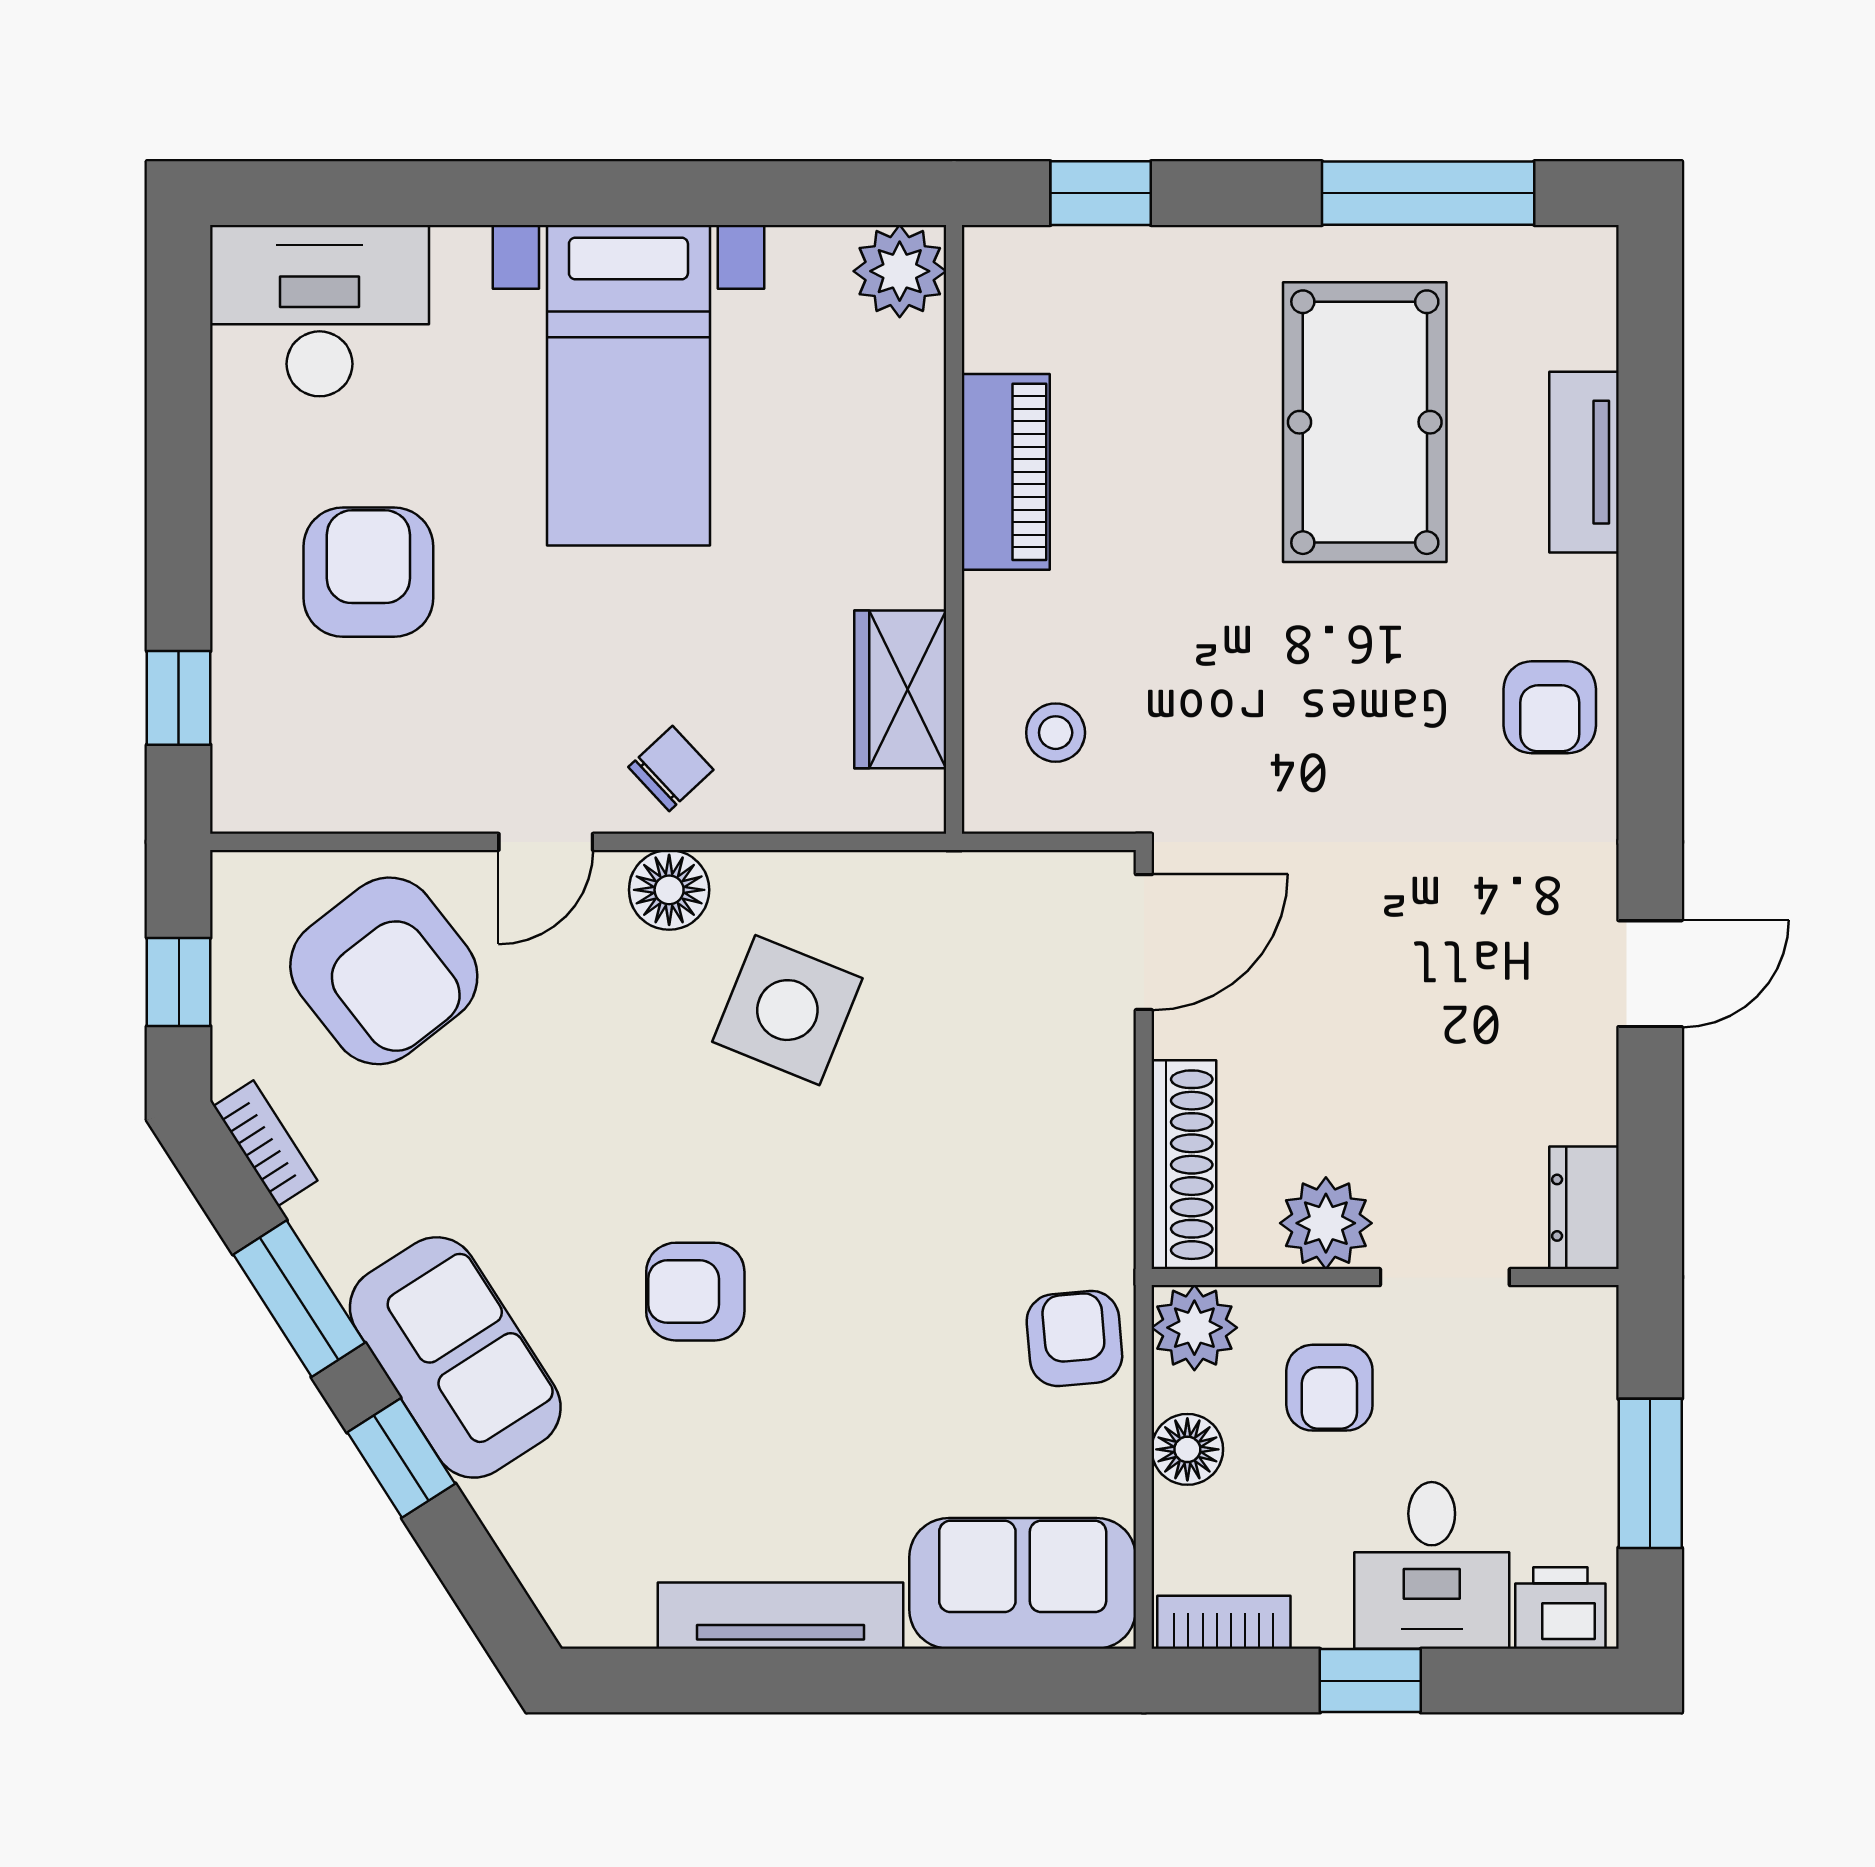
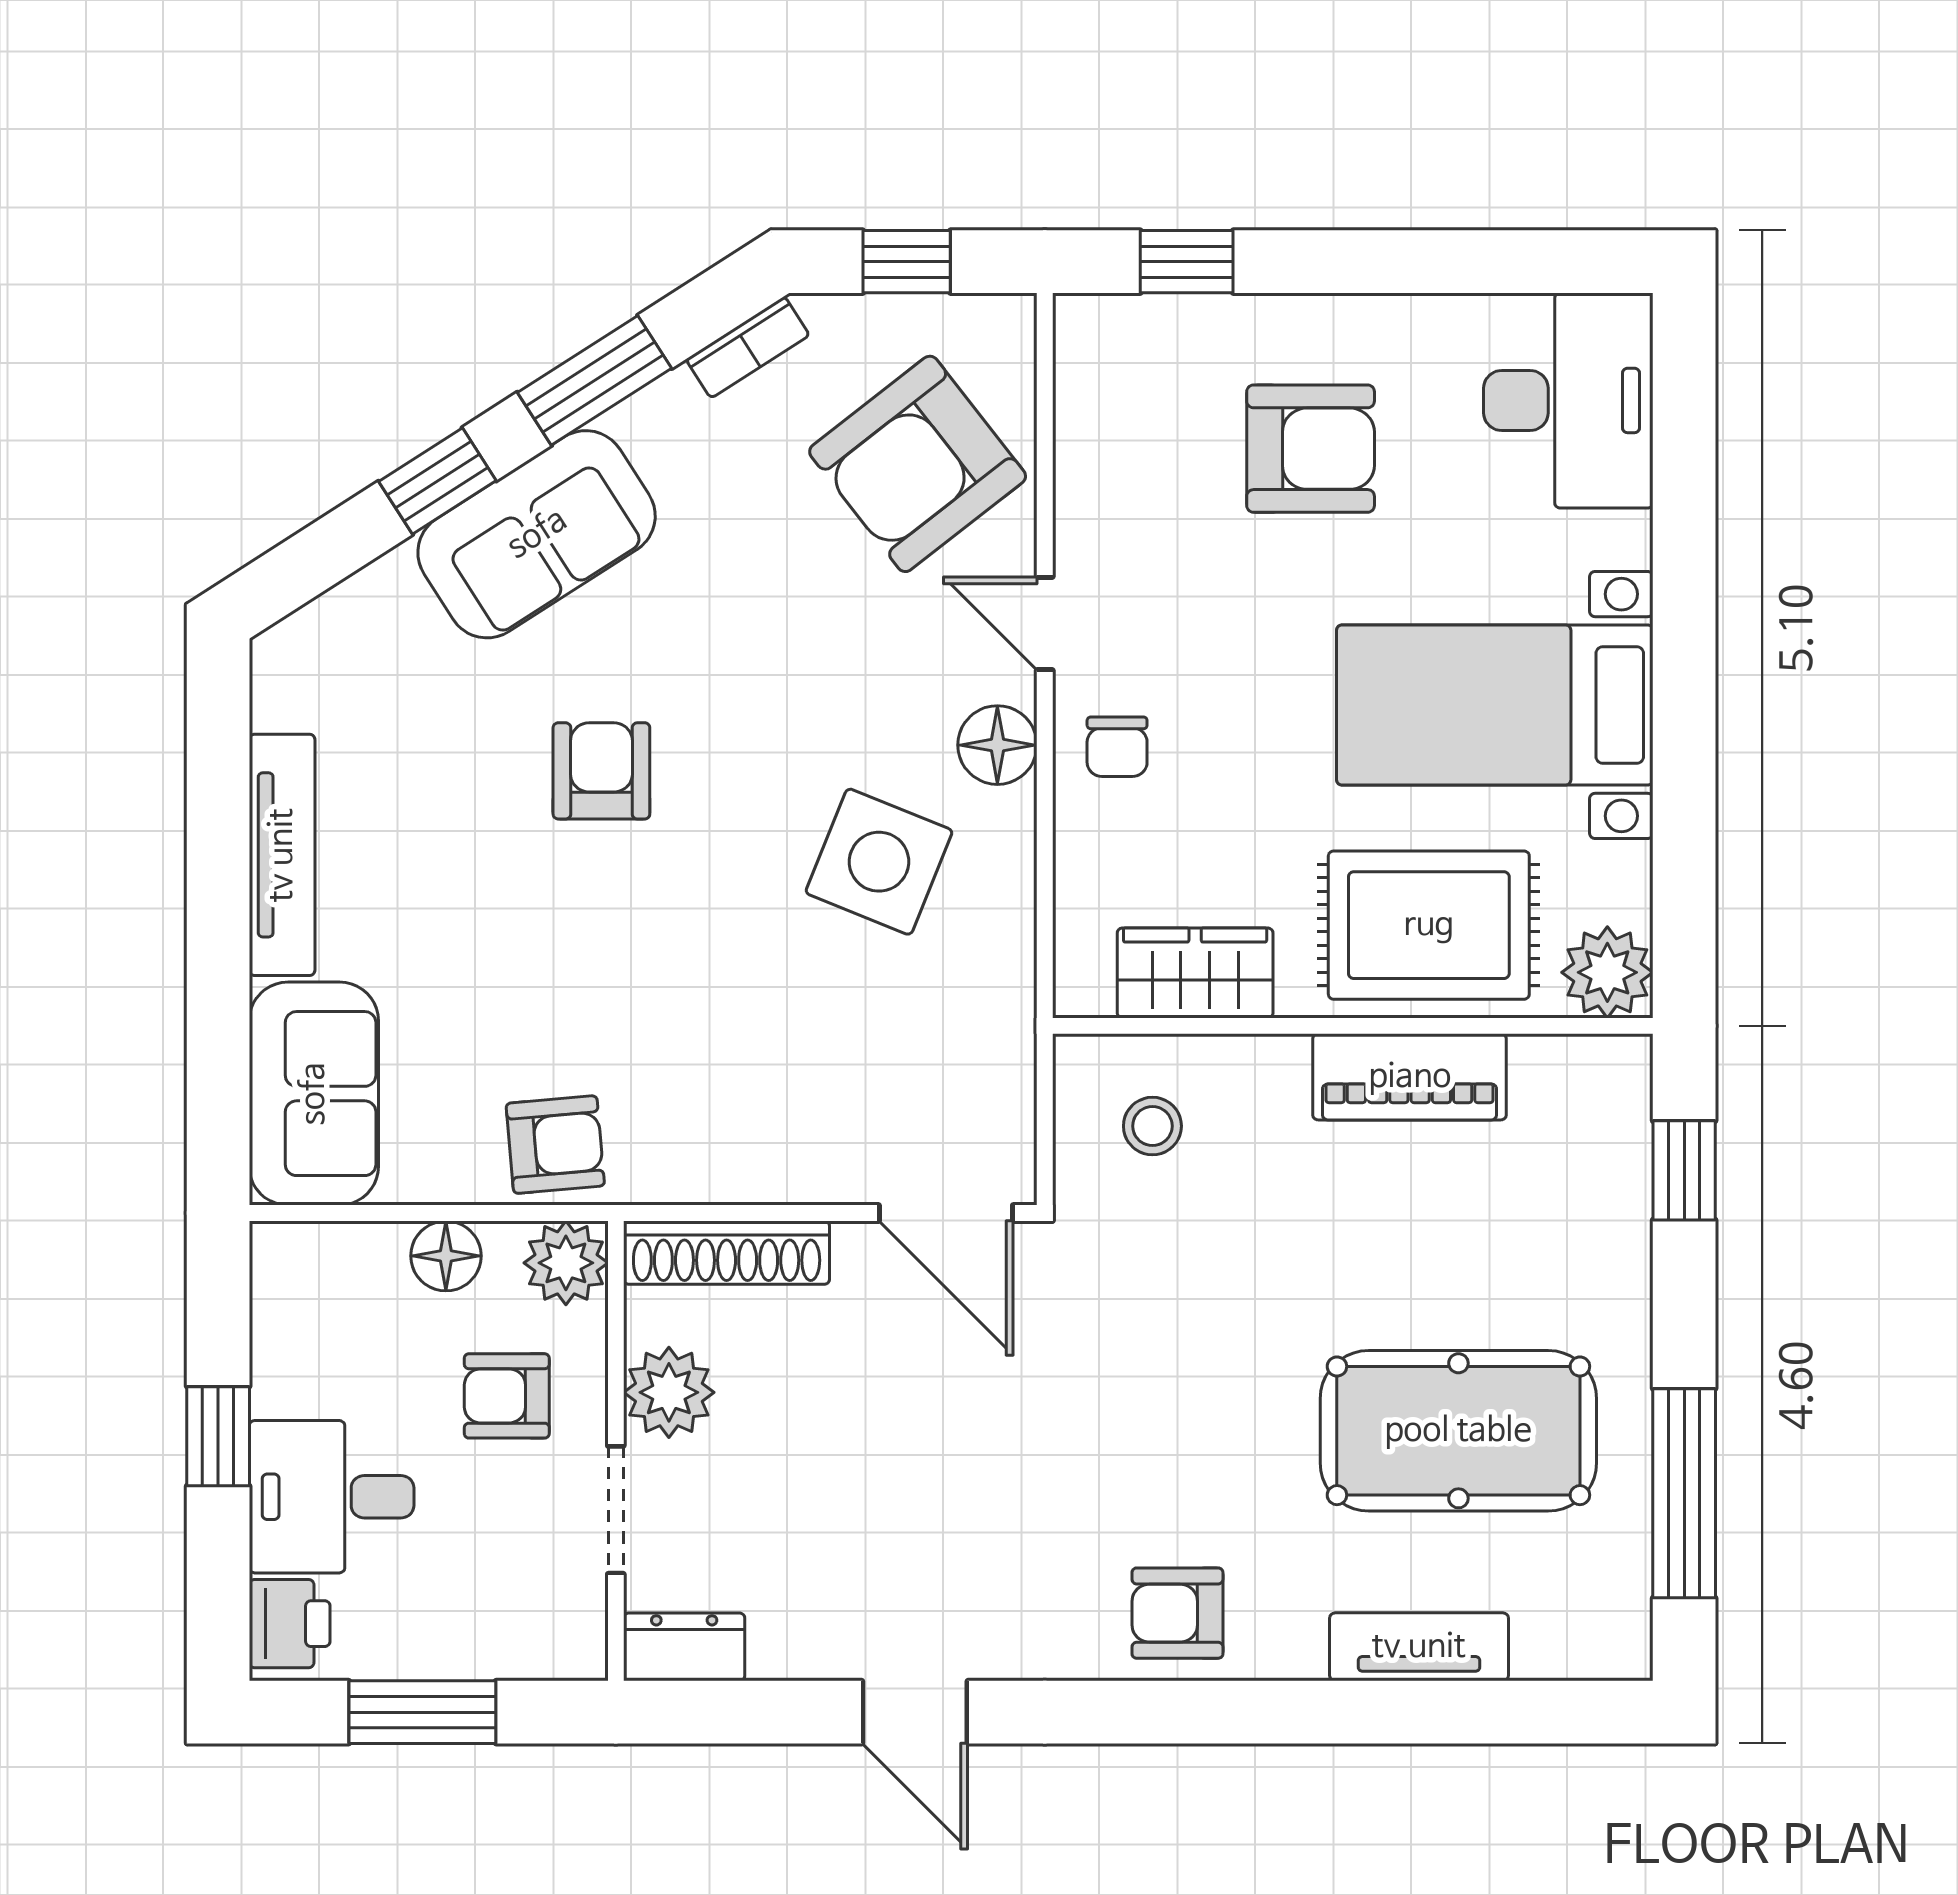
rug: (852, 452) -> (1429, 925), added
chair: (671, 768) -> (1117, 747), turned 43
bookcase: (1224, 1622) -> (275, 1292), removed

